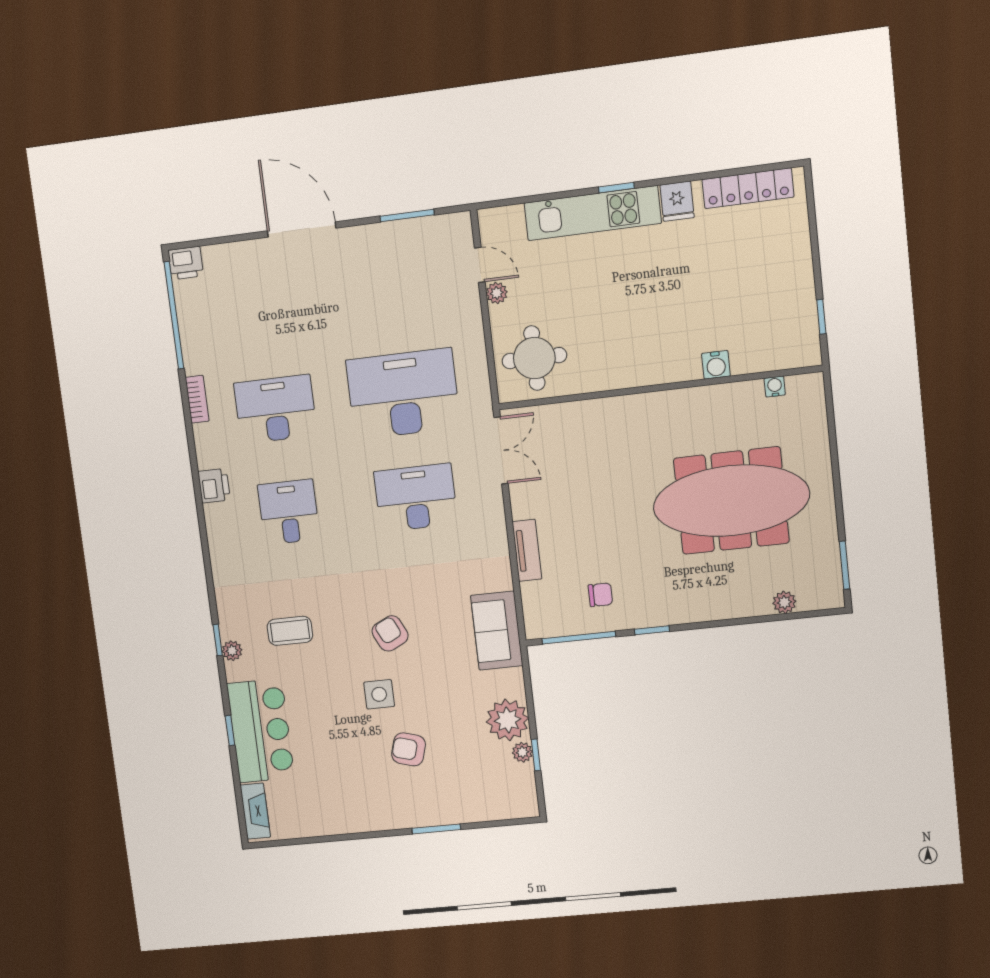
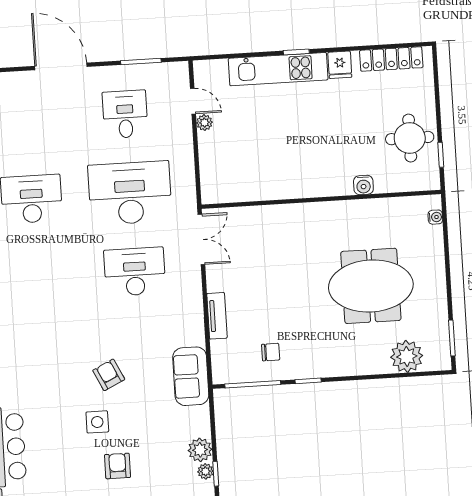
round table: (534, 358) -> (410, 138), moved
water cooler: (775, 387) -> (435, 217), moved, turned 90
meeting table: (731, 501) -> (371, 286), width x0.73
desk: (289, 512) -> (125, 114), moved
plant: (784, 602) -> (407, 356), width x1.87, depth x1.87
coffee table: (290, 631) -> (31, 370), removed
plant: (508, 720) -> (200, 450), width x0.73, depth x0.73
armchair: (409, 749) -> (118, 466), turned 74

